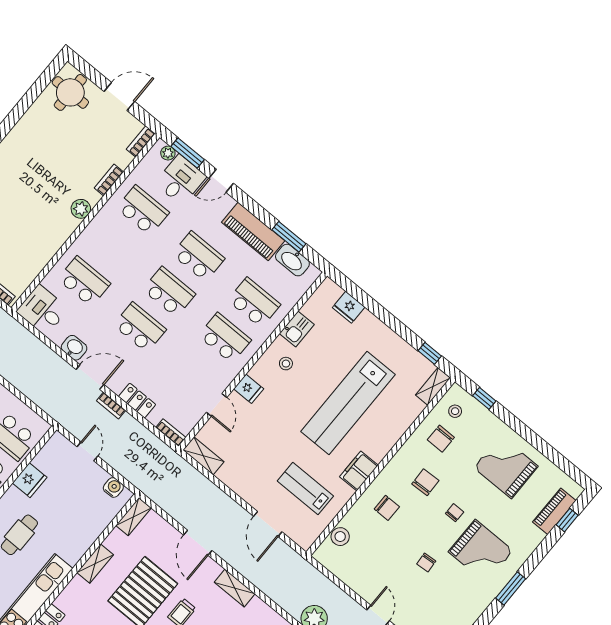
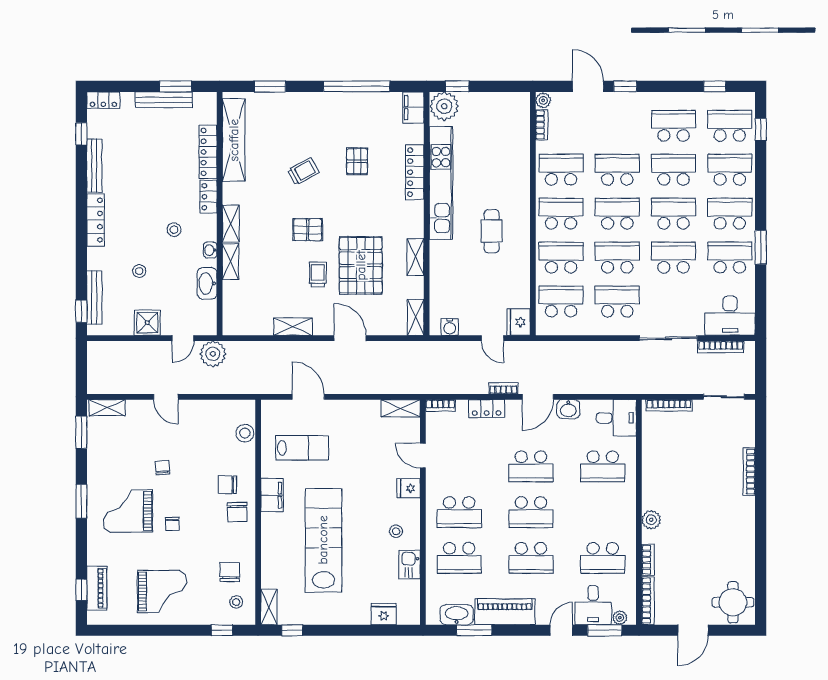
bookcase: (141, 142) -> (648, 601), width x1.56
fridge: (30, 480) -> (519, 322), moved
chair: (425, 482) -> (237, 512), moved

